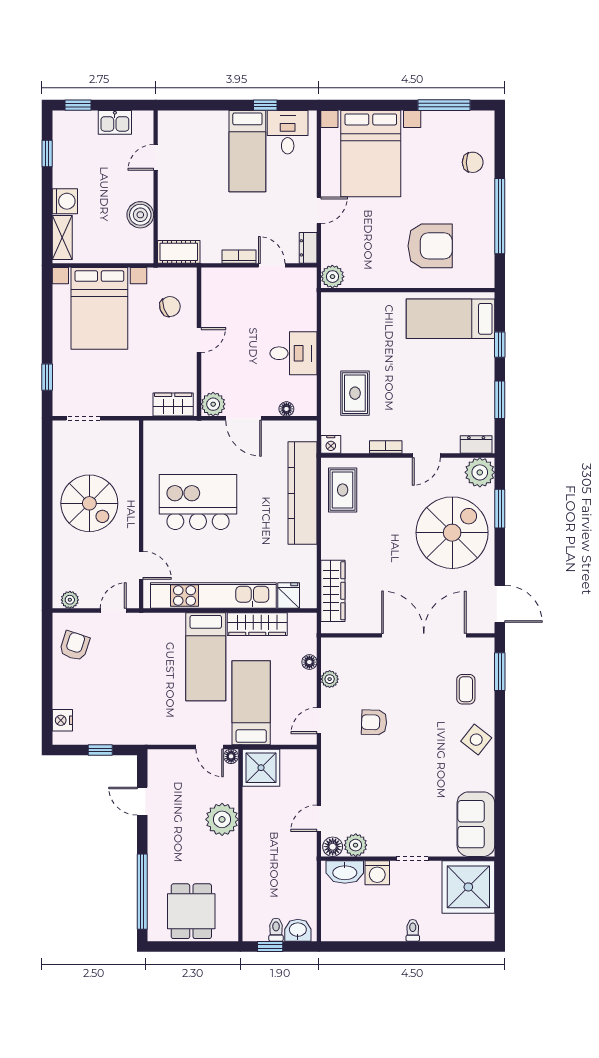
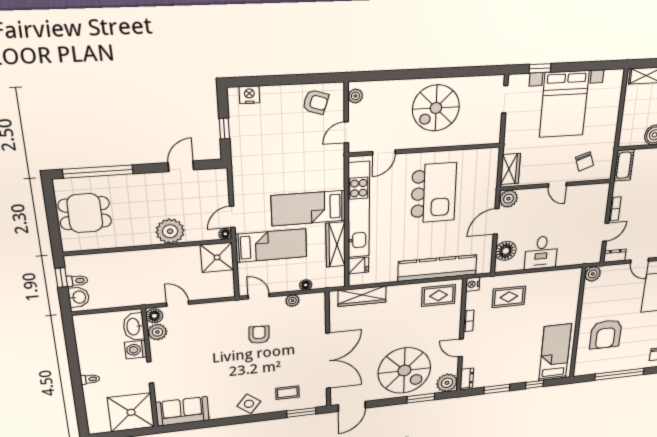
bed with nightstands: (99, 308) -> (564, 104), moved, turned -90
floor lamp: (286, 409) -> (506, 251), width x1.89, depth x1.89
door: (113, 611) -> (346, 132), swing flipped

